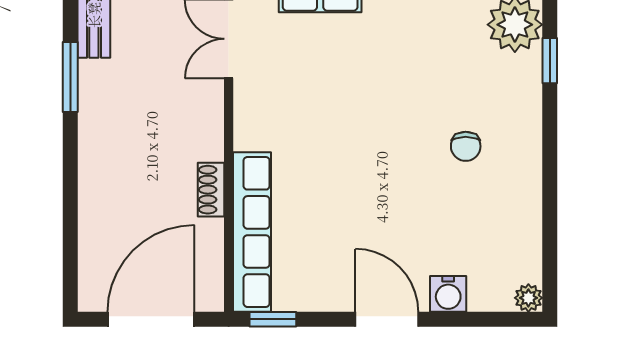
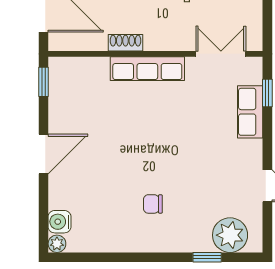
row of seats: (252, 232) -> (147, 69), moved, width x0.73
water cooler: (448, 294) -> (60, 222), moved

